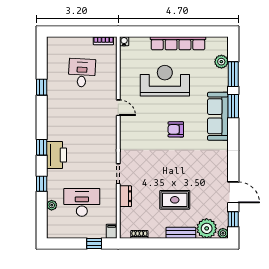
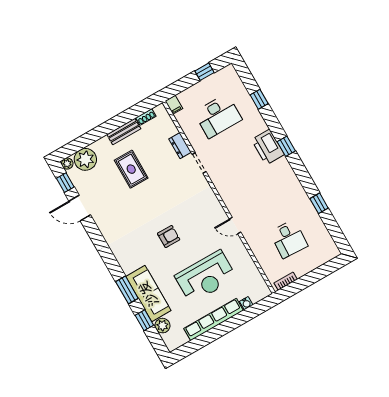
water cooler: (124, 41) -> (246, 303), moved
window: (233, 74) -> (144, 320), width x0.67
sofa: (218, 116) -> (148, 294), moved
window: (42, 184) -> (259, 99), moved
rug: (175, 200) -> (131, 169), turned 90
plant: (52, 205) -> (245, 97), removed
bench: (181, 233) -> (124, 132), moved
window: (94, 244) -> (205, 72), moved

